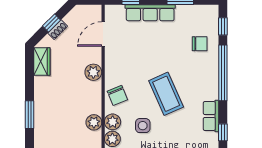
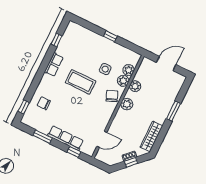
wardrobe: (42, 62) -> (151, 136), width x1.50
plant: (93, 72) -> (127, 104), moved
window: (223, 73) -> (38, 78), removed
coffee table: (166, 94) -> (81, 82), turned -66
row of seats: (211, 116) -> (54, 65), moved

